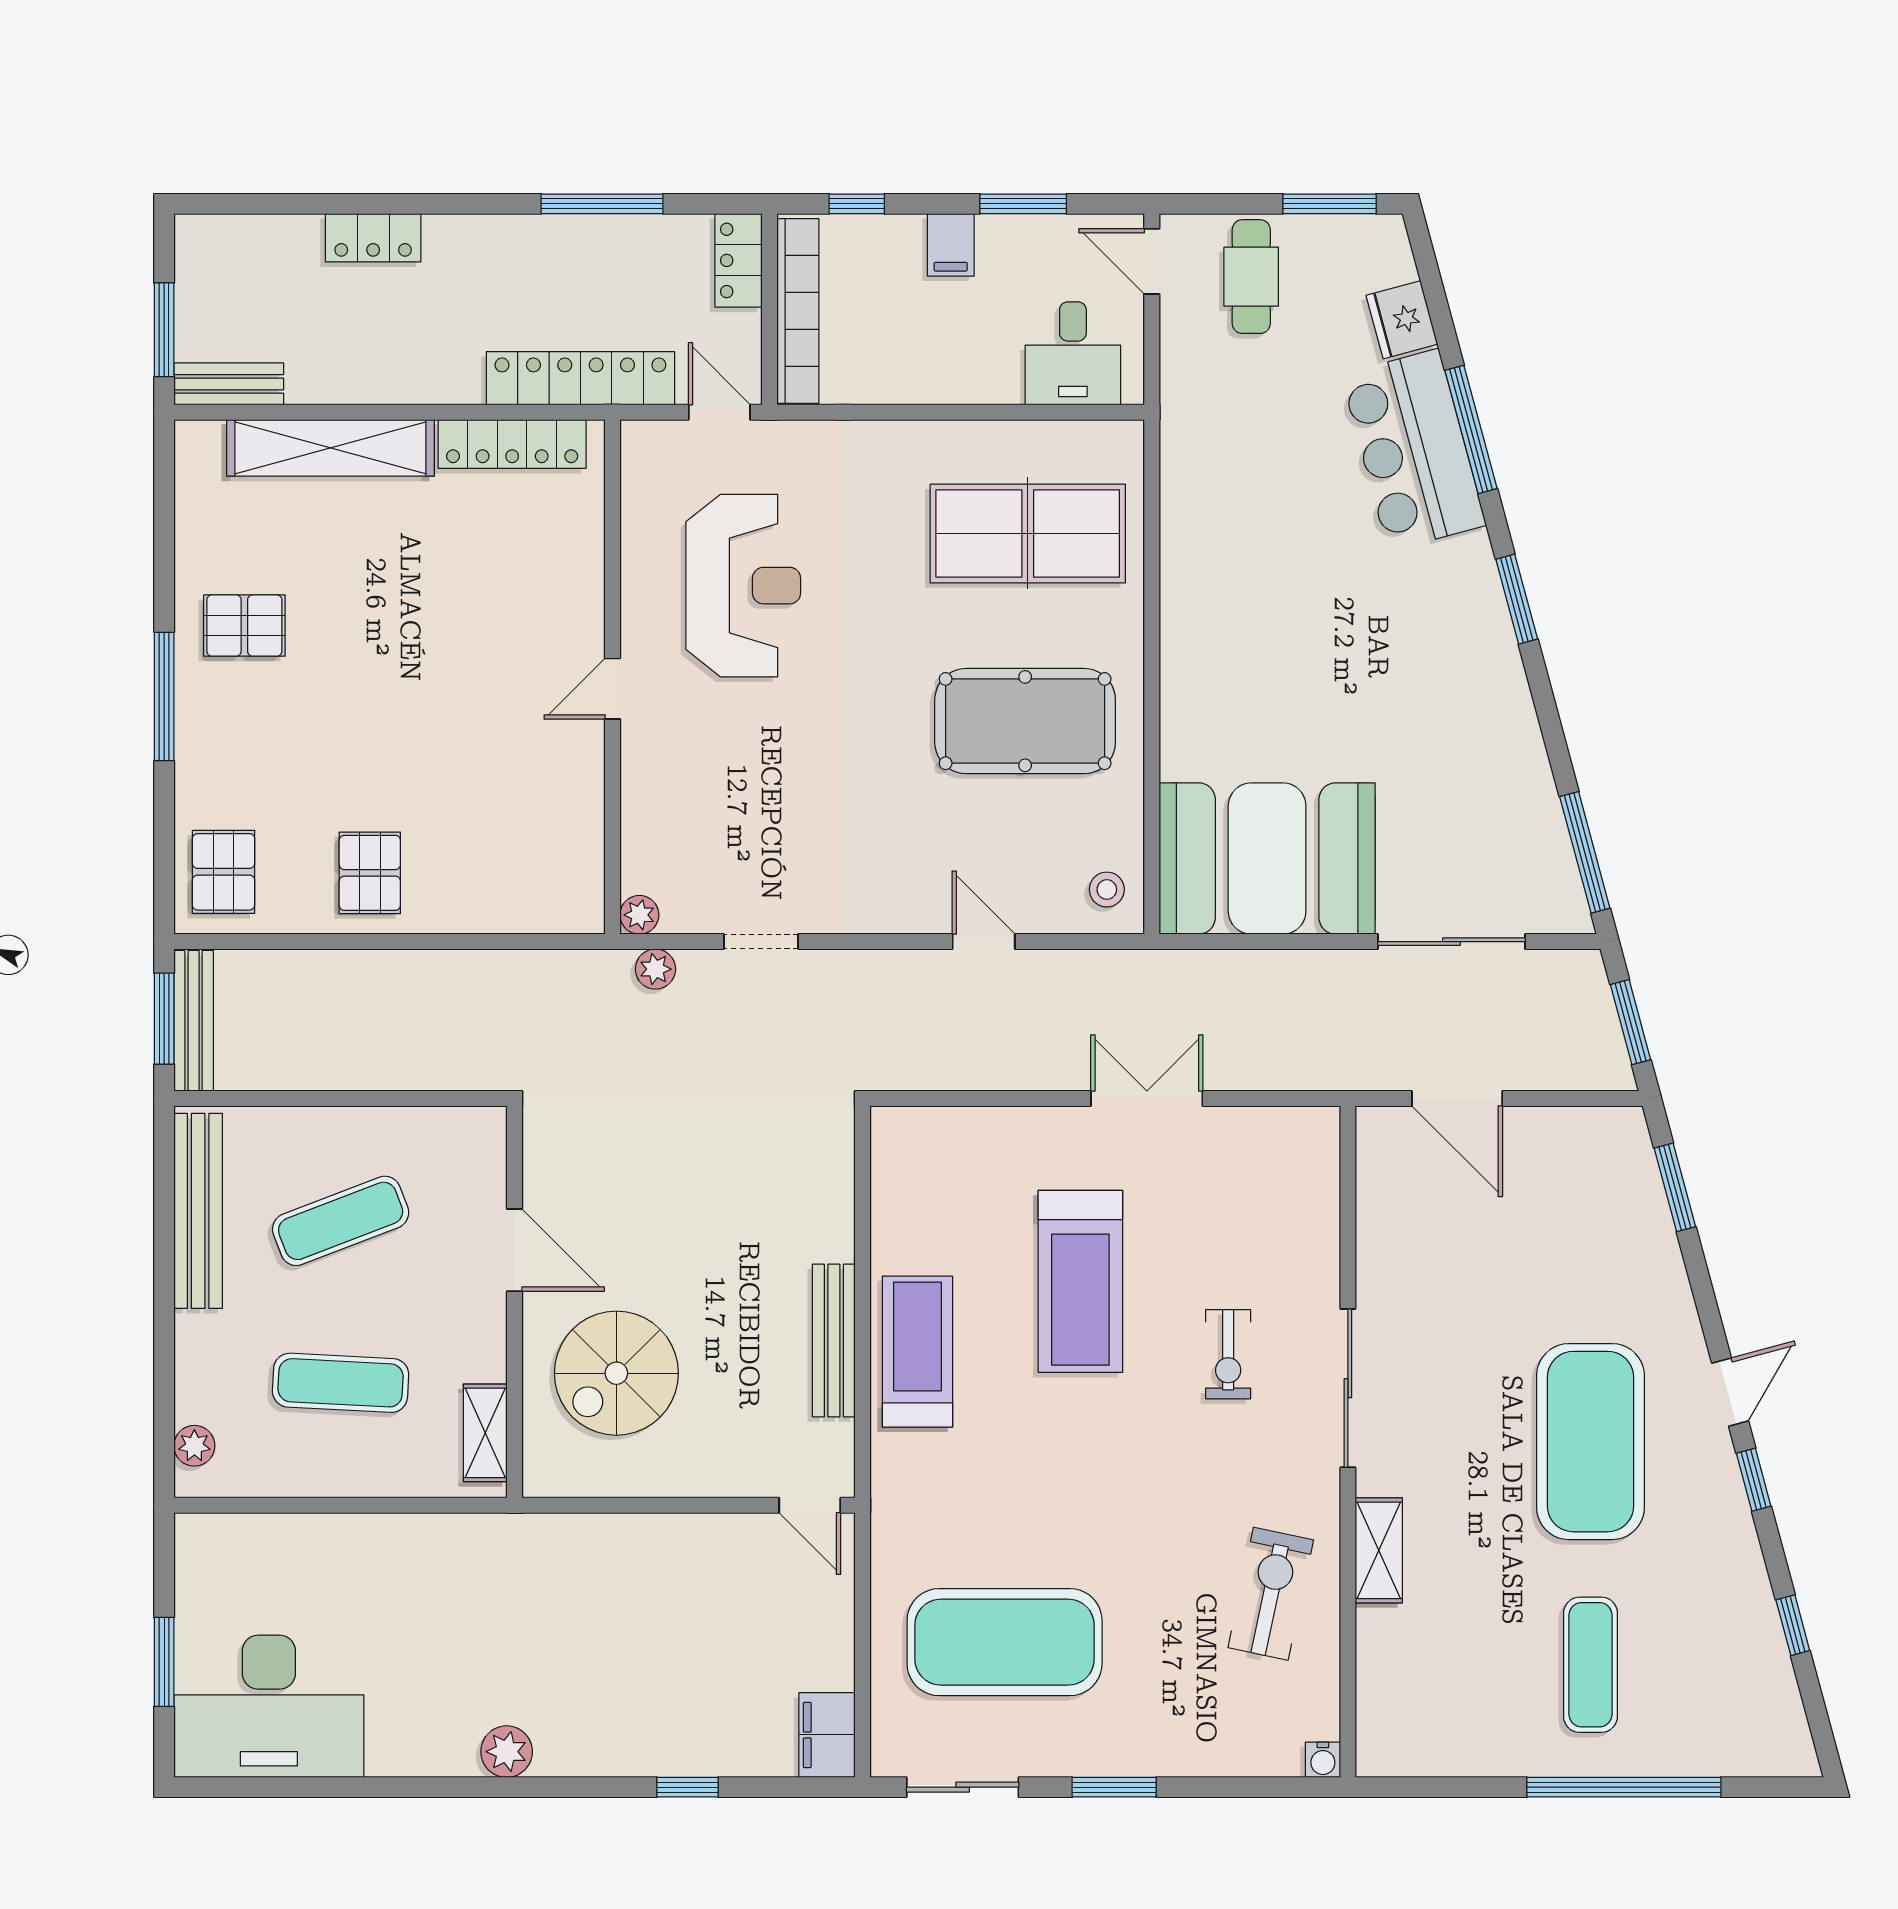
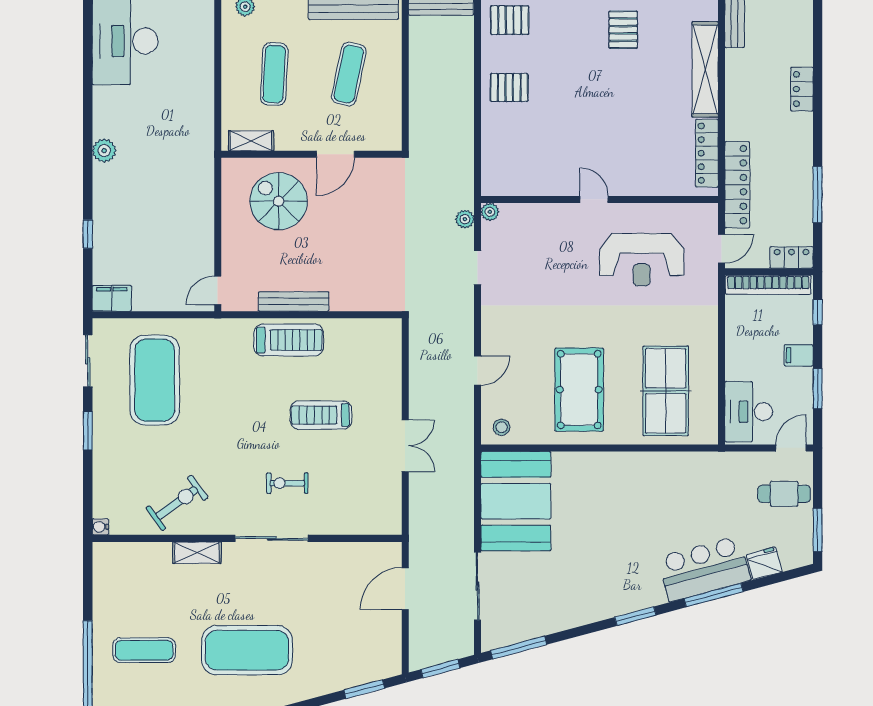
desk: (1073, 353) -> (749, 412), width x1.37
exercise mat: (341, 1221) -> (349, 74), turned 33
treadmill: (1080, 1281) -> (321, 415), width x0.73, depth x0.73
exercise bike: (1271, 1594) -> (177, 503), turned -48

